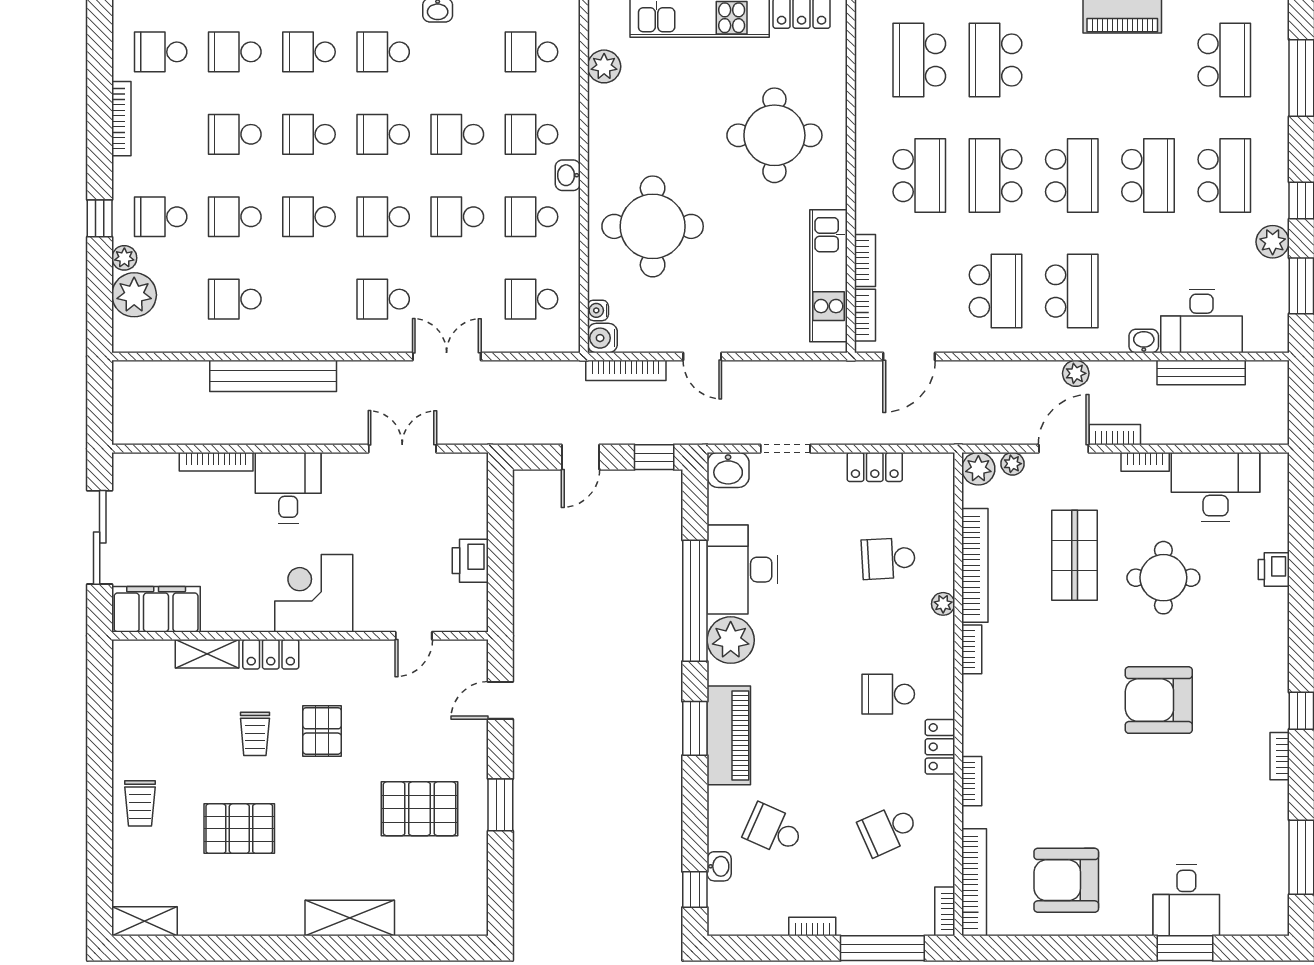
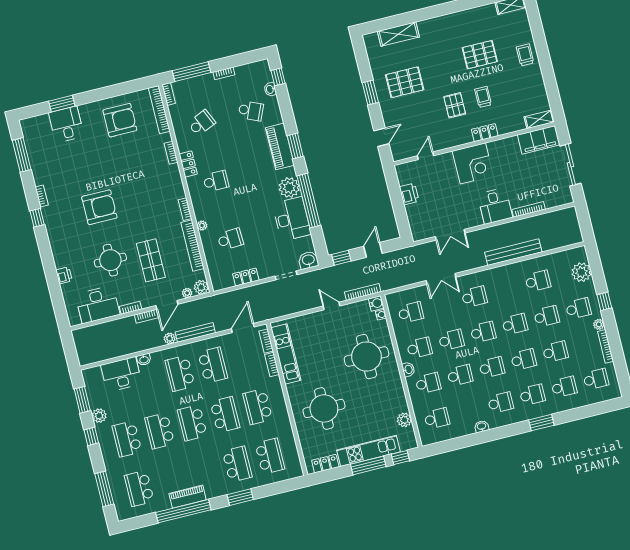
plant: (124, 258) -> (599, 324), moved
school desk: (996, 291) -> (213, 365), turned 180
bench: (1201, 373) -> (195, 332), moved
shelving: (207, 654) -> (539, 119), moved
shelving: (350, 918) -> (398, 34), moved

